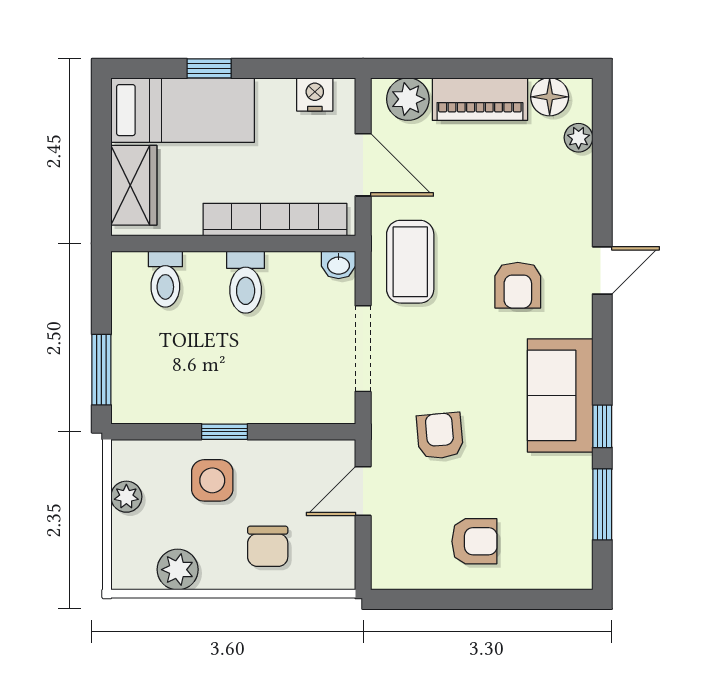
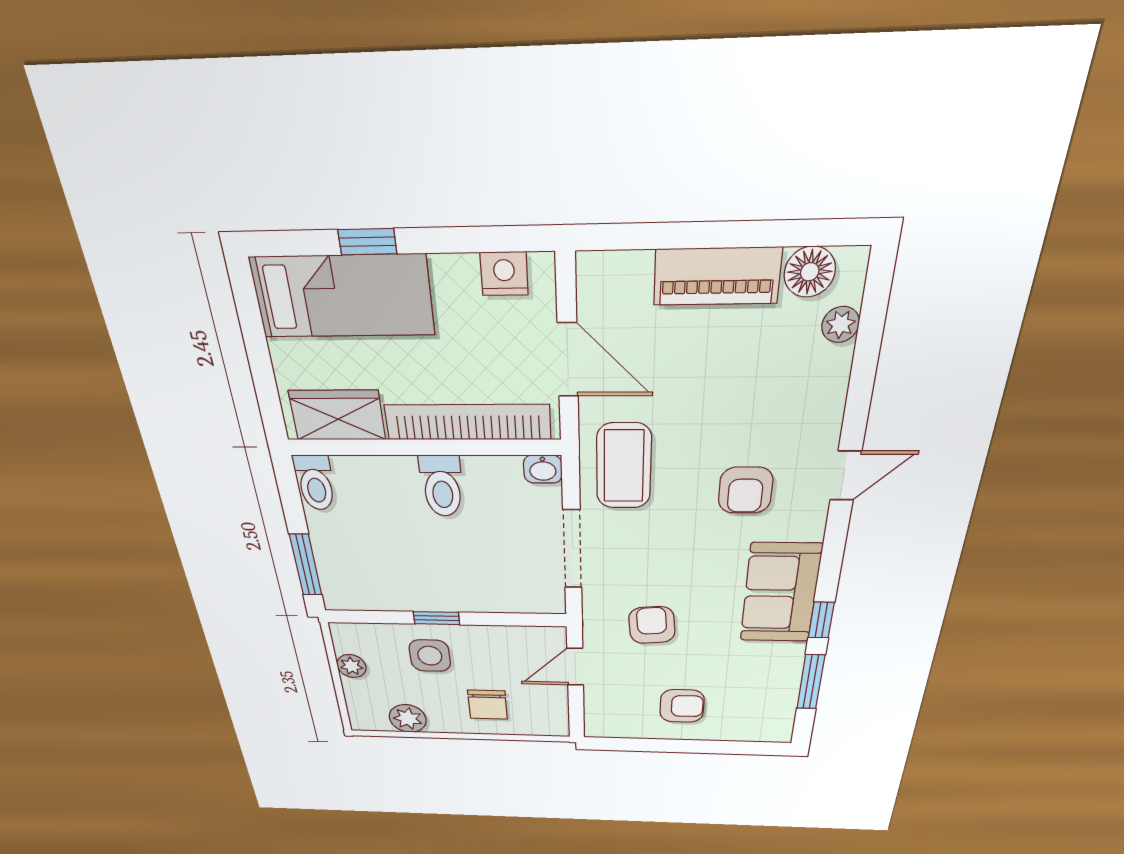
plant: (408, 99) -> (623, 278), removed
wardrobe: (134, 185) -> (337, 415), moved, turned -90
toilet: (165, 279) -> (315, 483), moved

